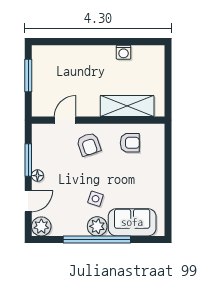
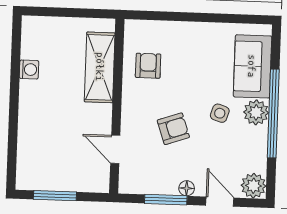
armchair: (89, 144) -> (173, 129), moved

